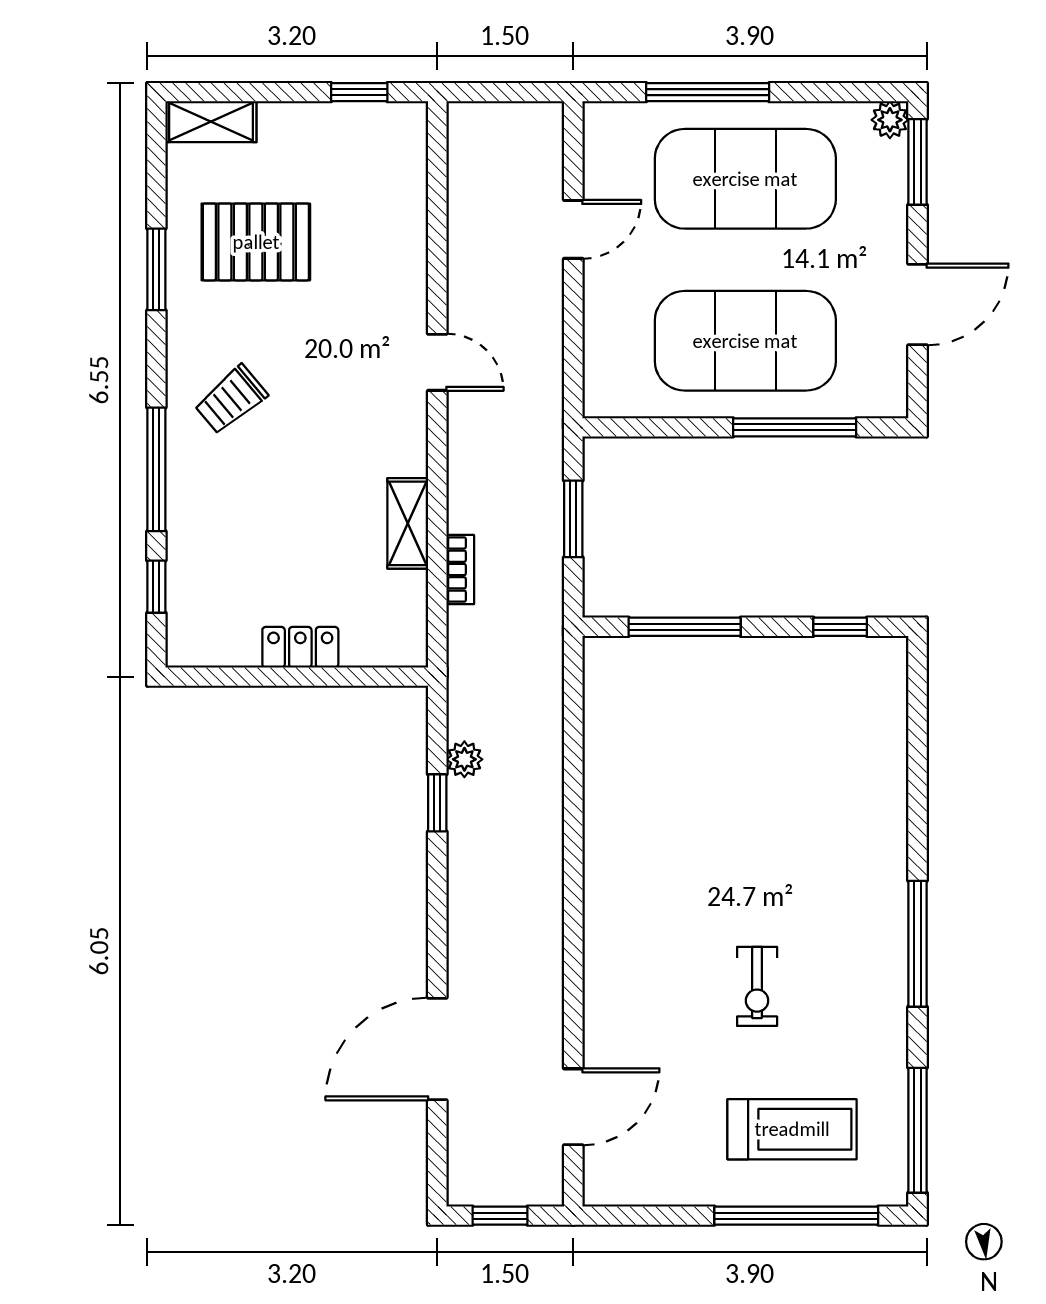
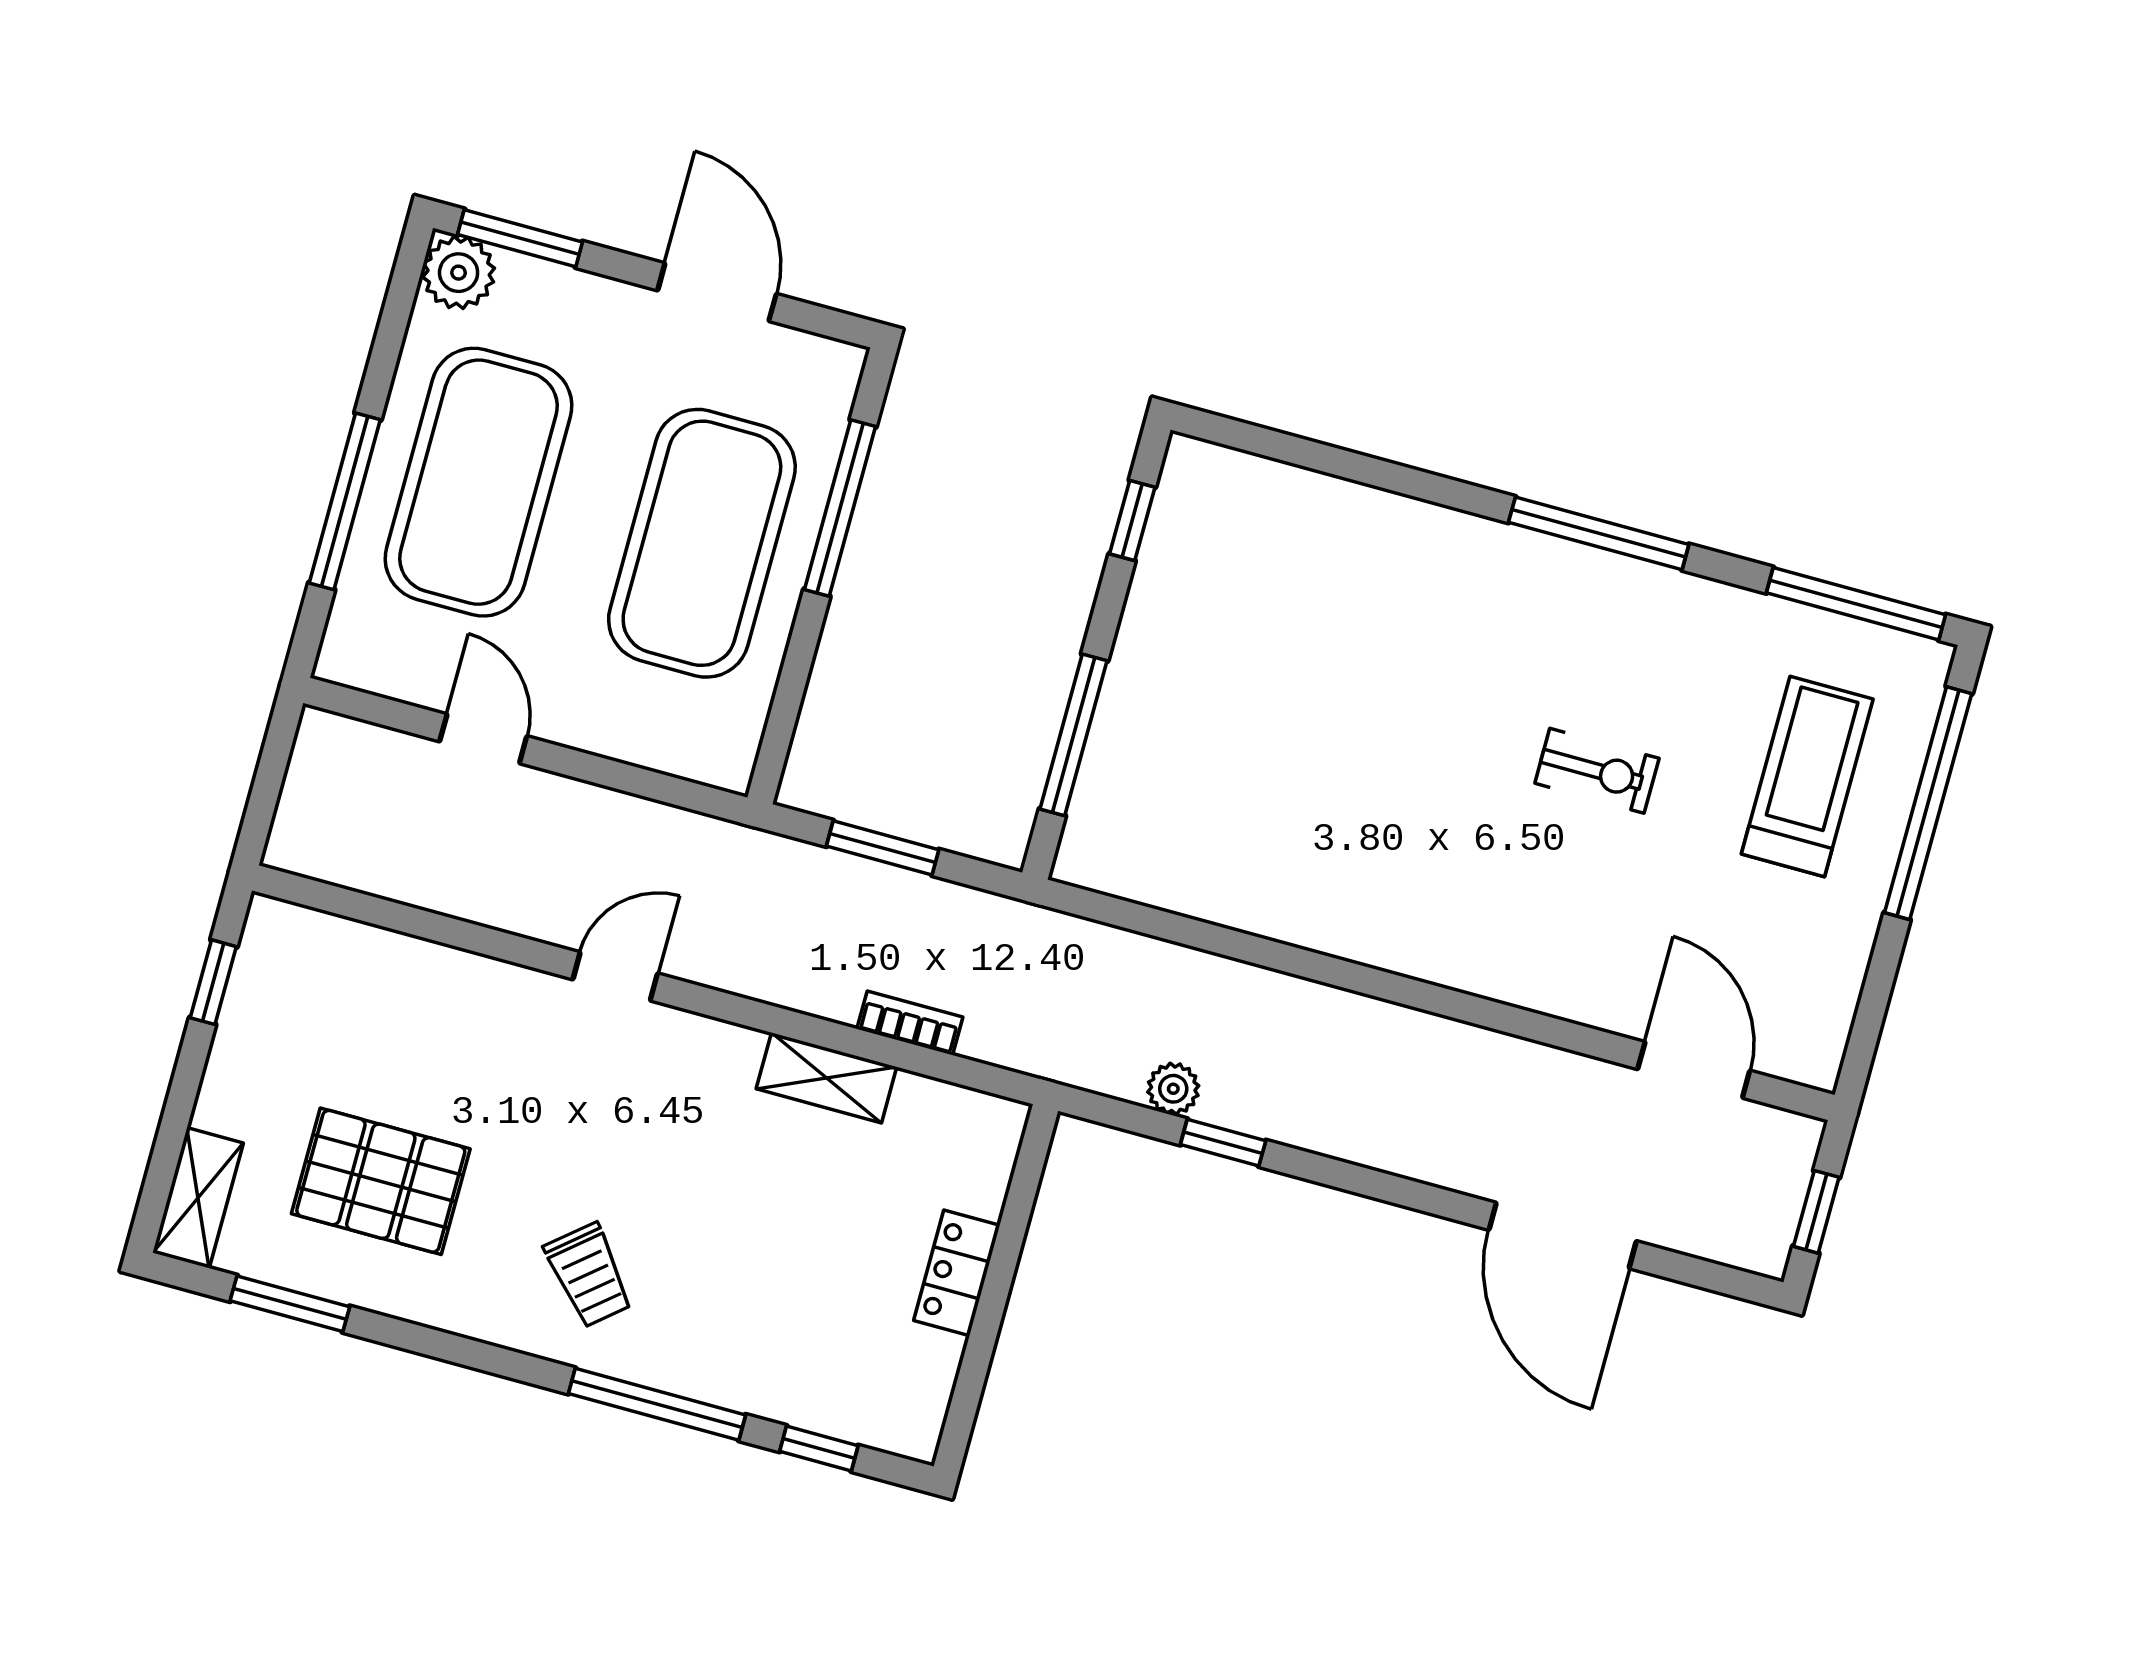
plant: (890, 120) -> (459, 273), width x1.38, depth x1.38
pallet: (256, 242) -> (381, 1181), turned 90
window: (156, 269) -> (290, 1304), moved

